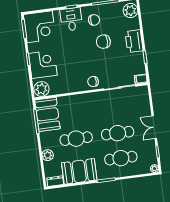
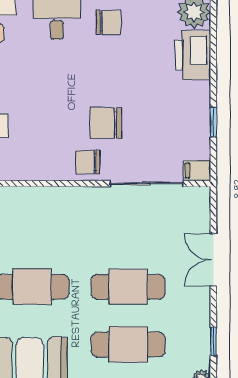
printer: (134, 41) -> (193, 55), moved
chair: (103, 42) -> (106, 123), moved
double door: (154, 127) -> (213, 260), moved

